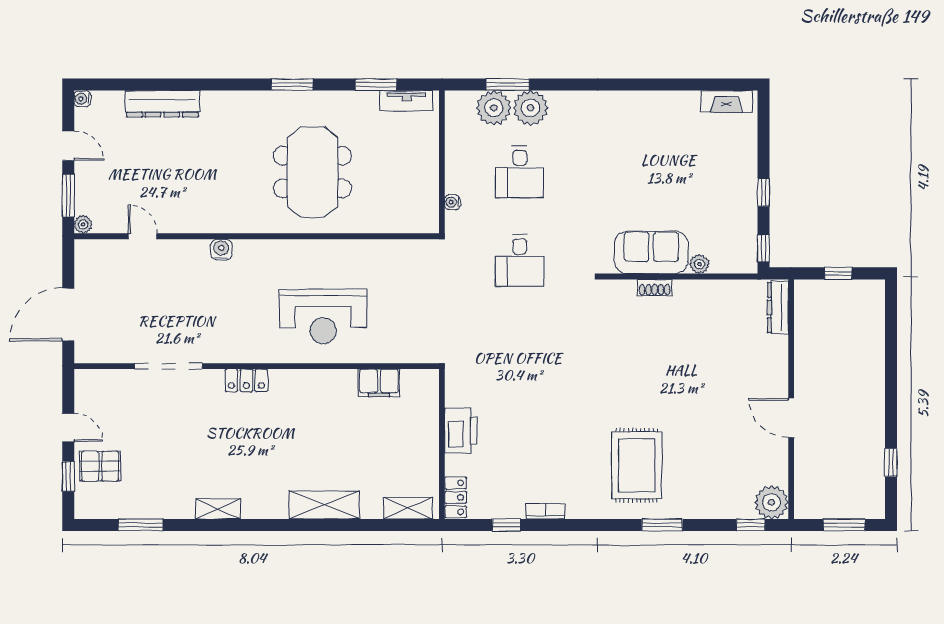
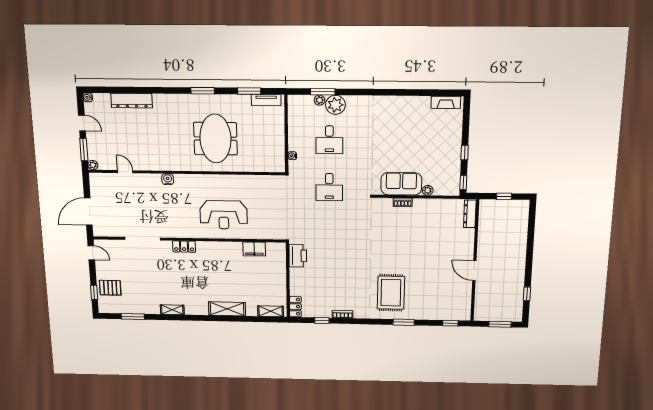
plant: (494, 108) -> (320, 100), width x0.53, depth x0.53
door: (68, 427) -> (91, 253), moved
printer: (461, 430) -> (298, 256), moved
plant: (772, 502) -> (462, 312), removed

